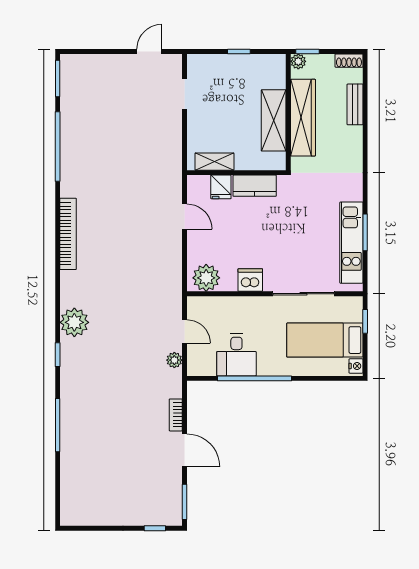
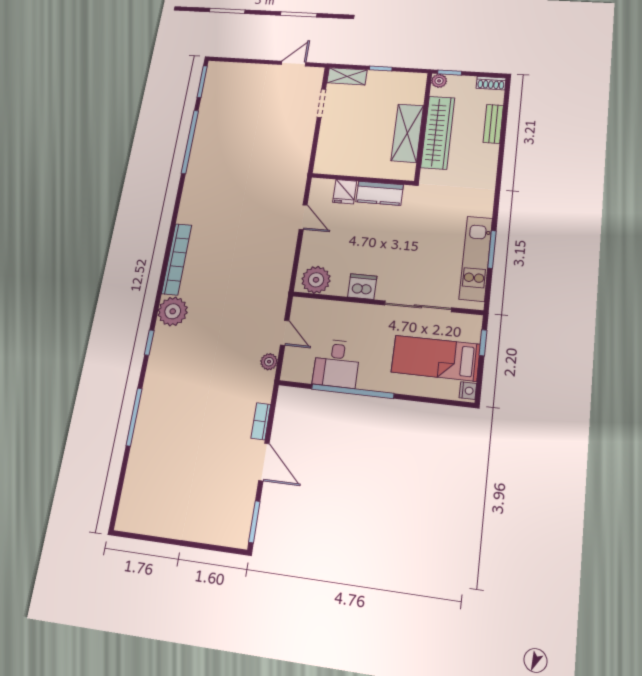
shelving: (214, 162) -> (347, 76), moved
bookcase: (68, 234) -> (177, 259), moved
window: (155, 528) -> (216, 548), removed

